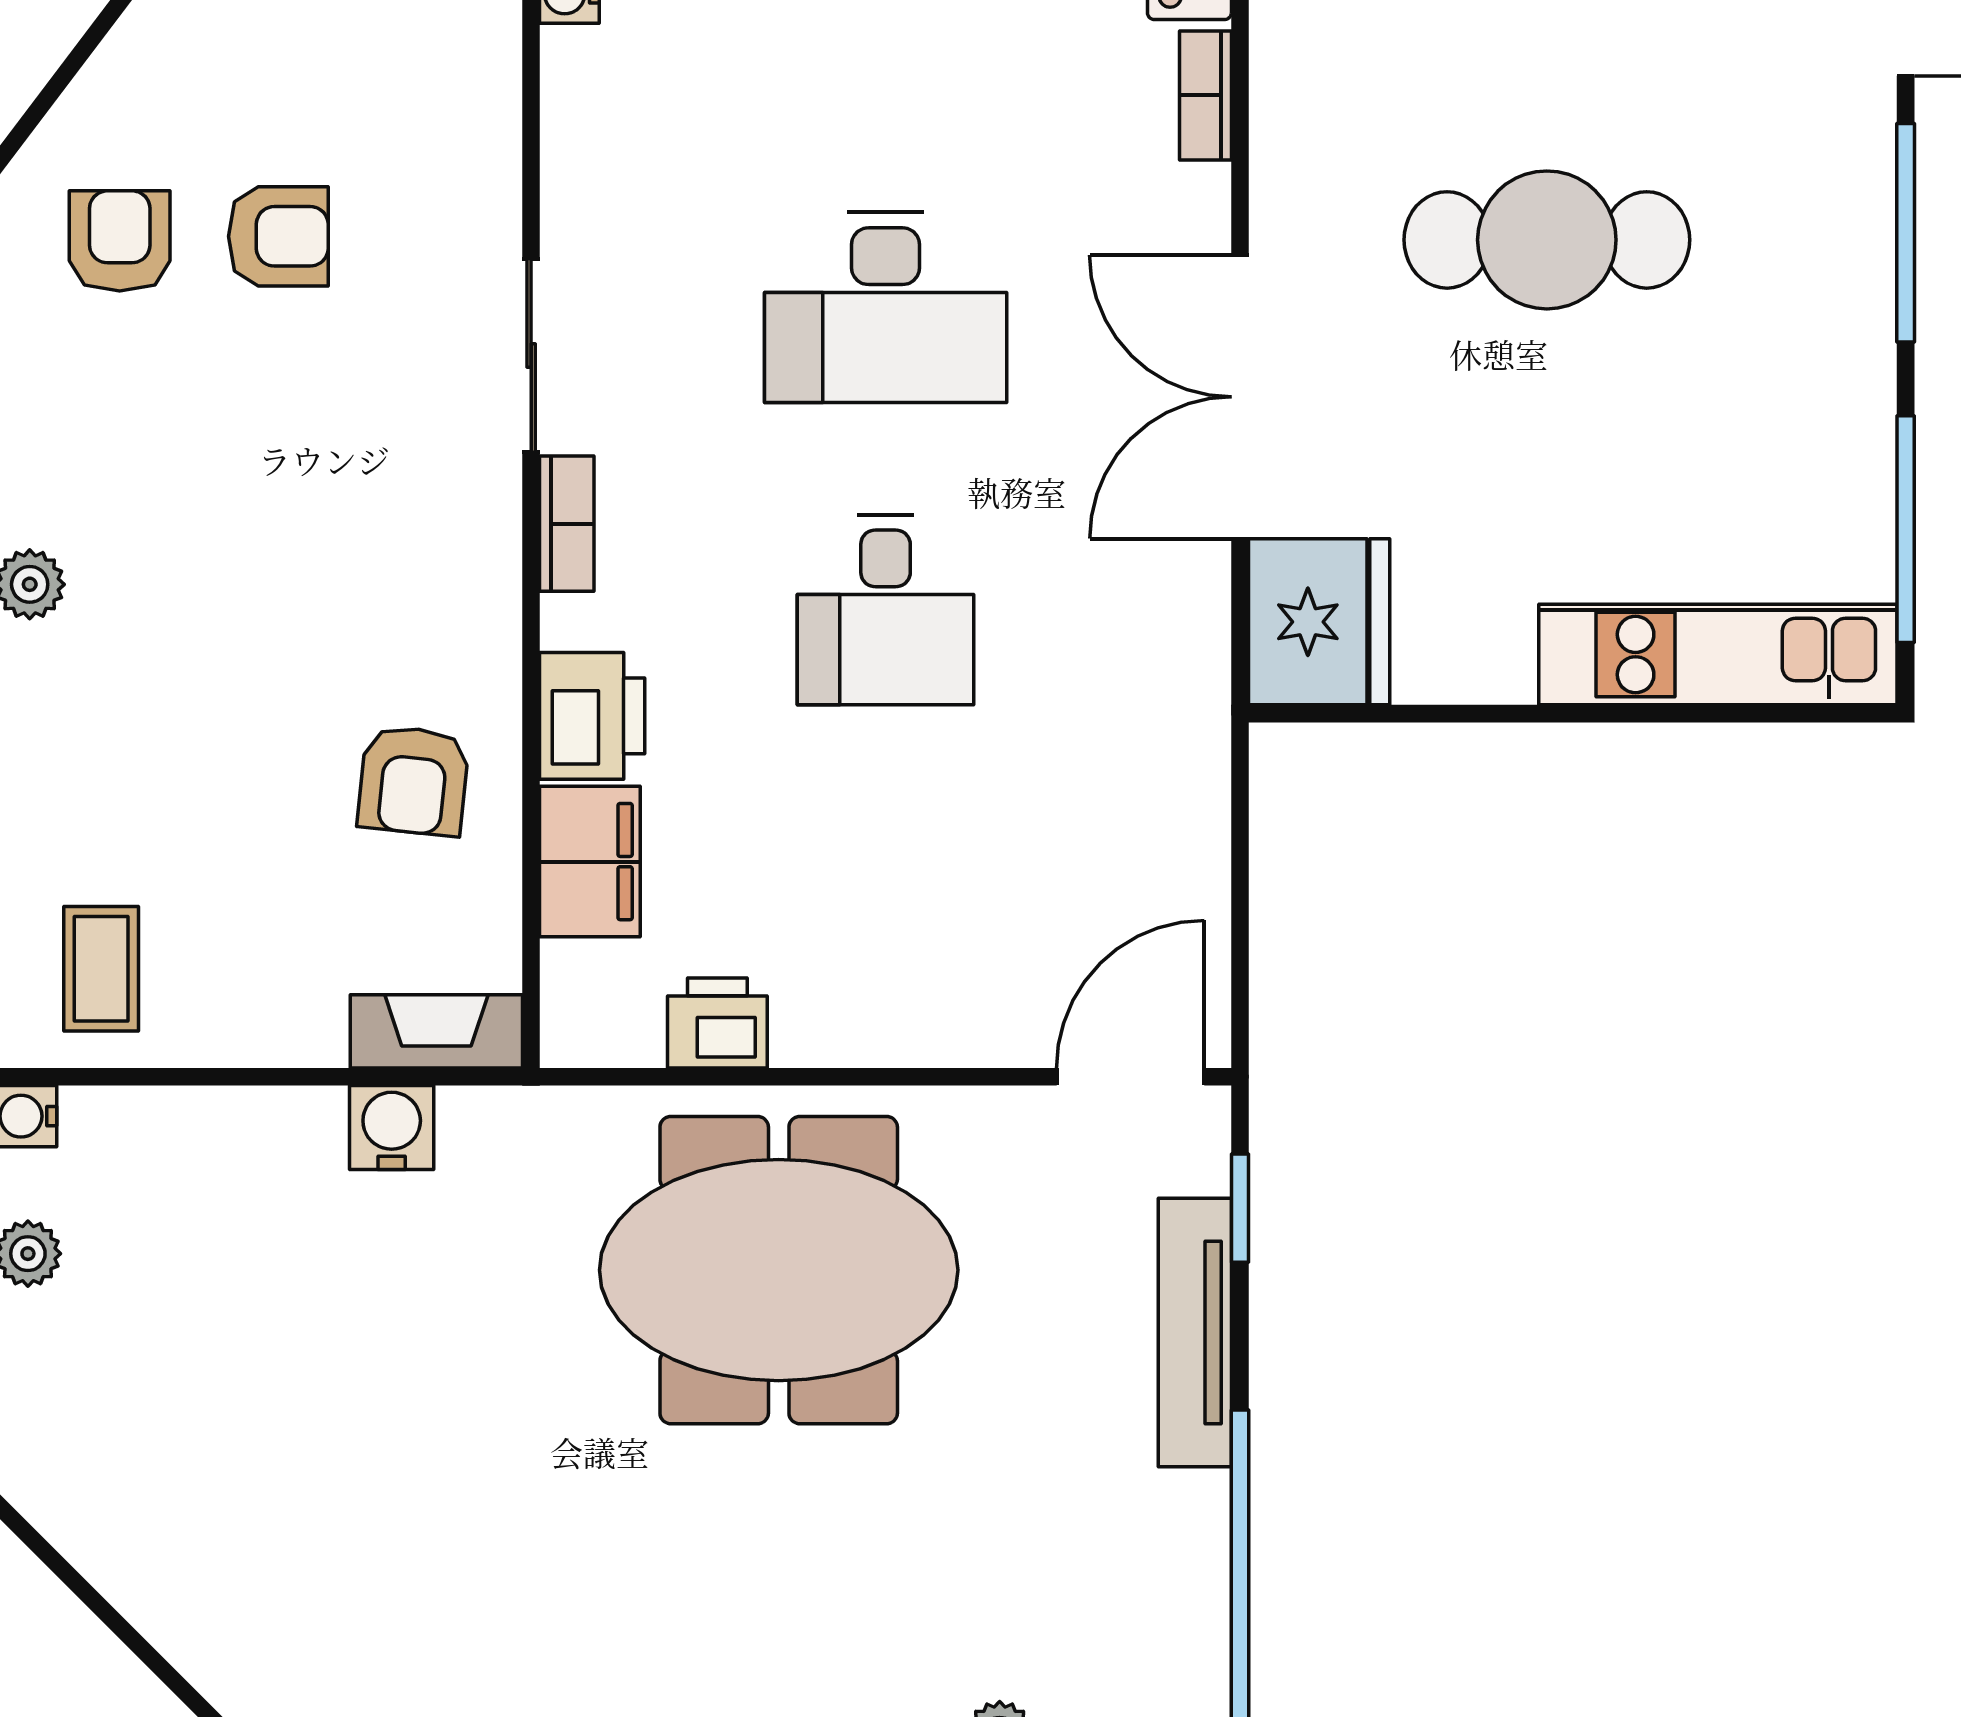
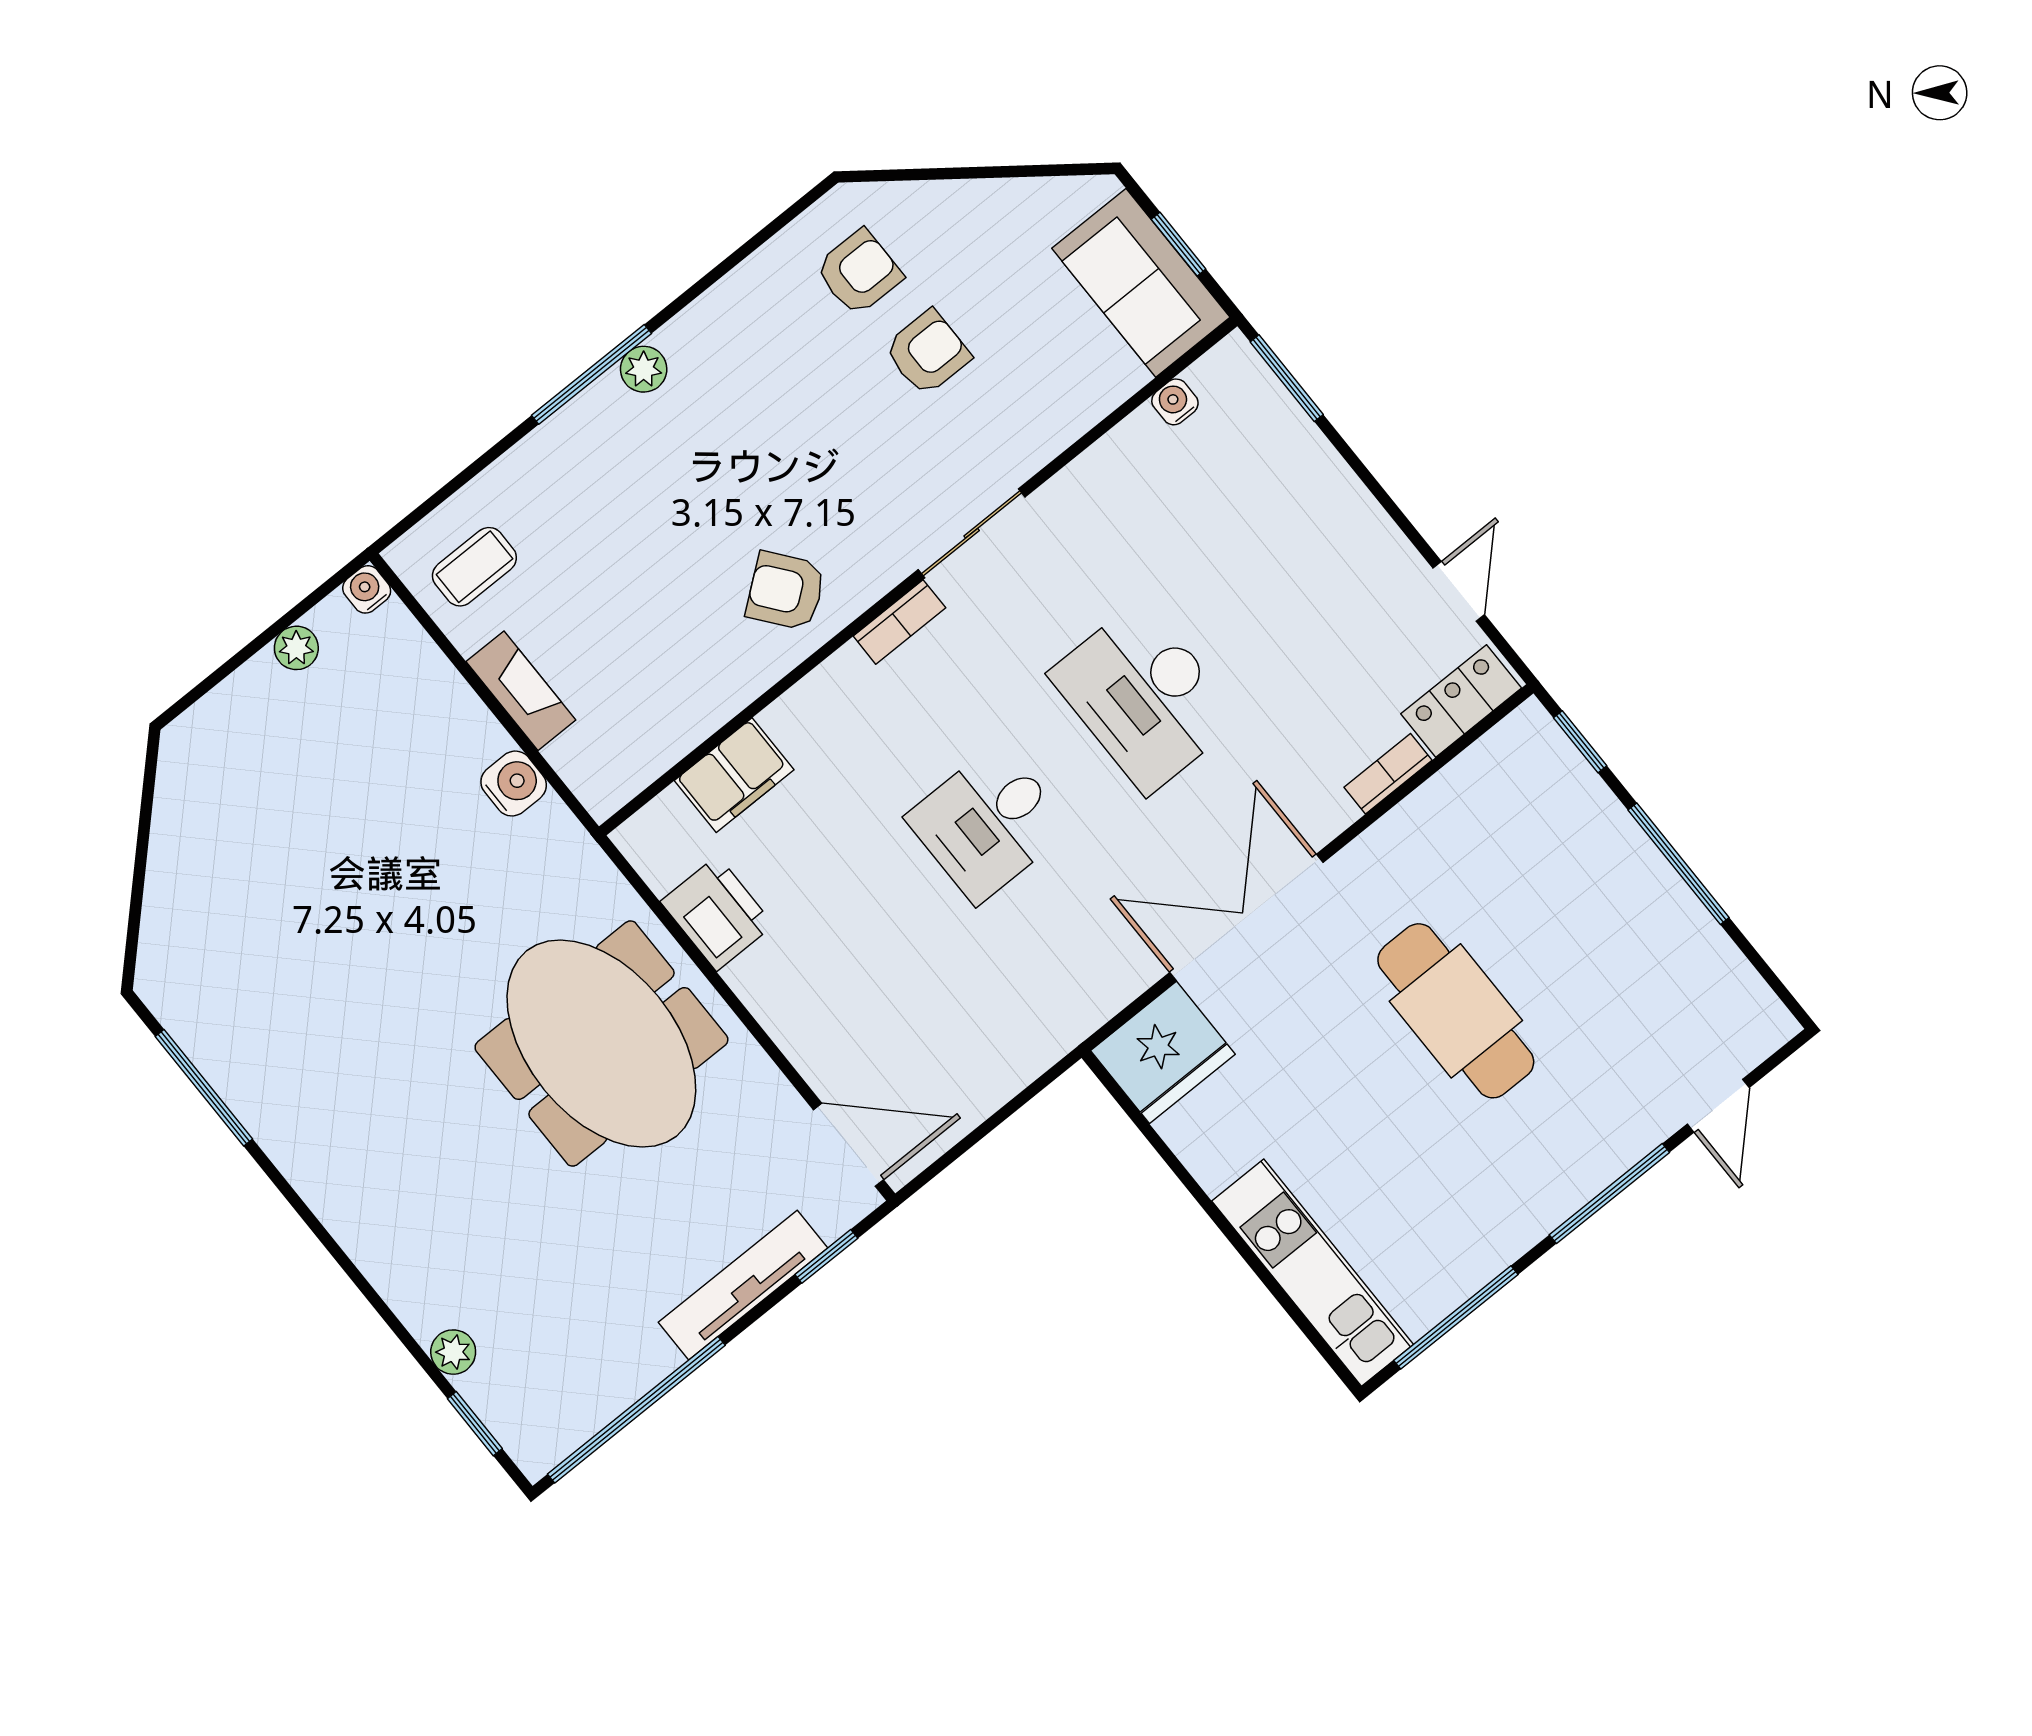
armchair: (278, 236) -> (928, 353), turned -90
printer: (592, 716) -> (811, 715), removed
armchair: (413, 781) -> (786, 591), moved, turned 46
printer: (717, 1023) -> (717, 913), width x1.36, depth x1.24
fireplace: (436, 1031) -> (521, 691), moved

